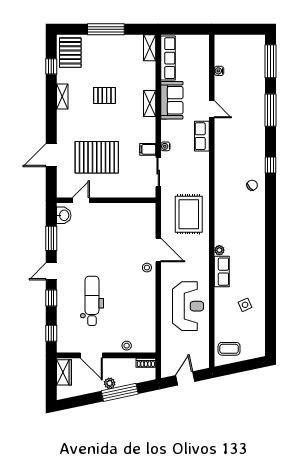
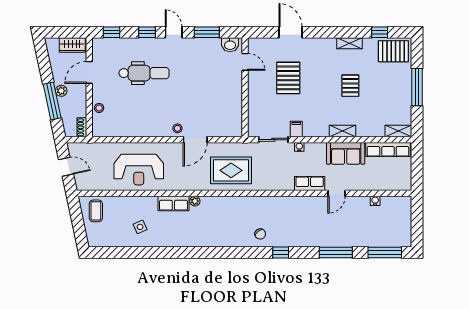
pallet: (97, 157) -> (288, 78), width x0.73, depth x0.71

